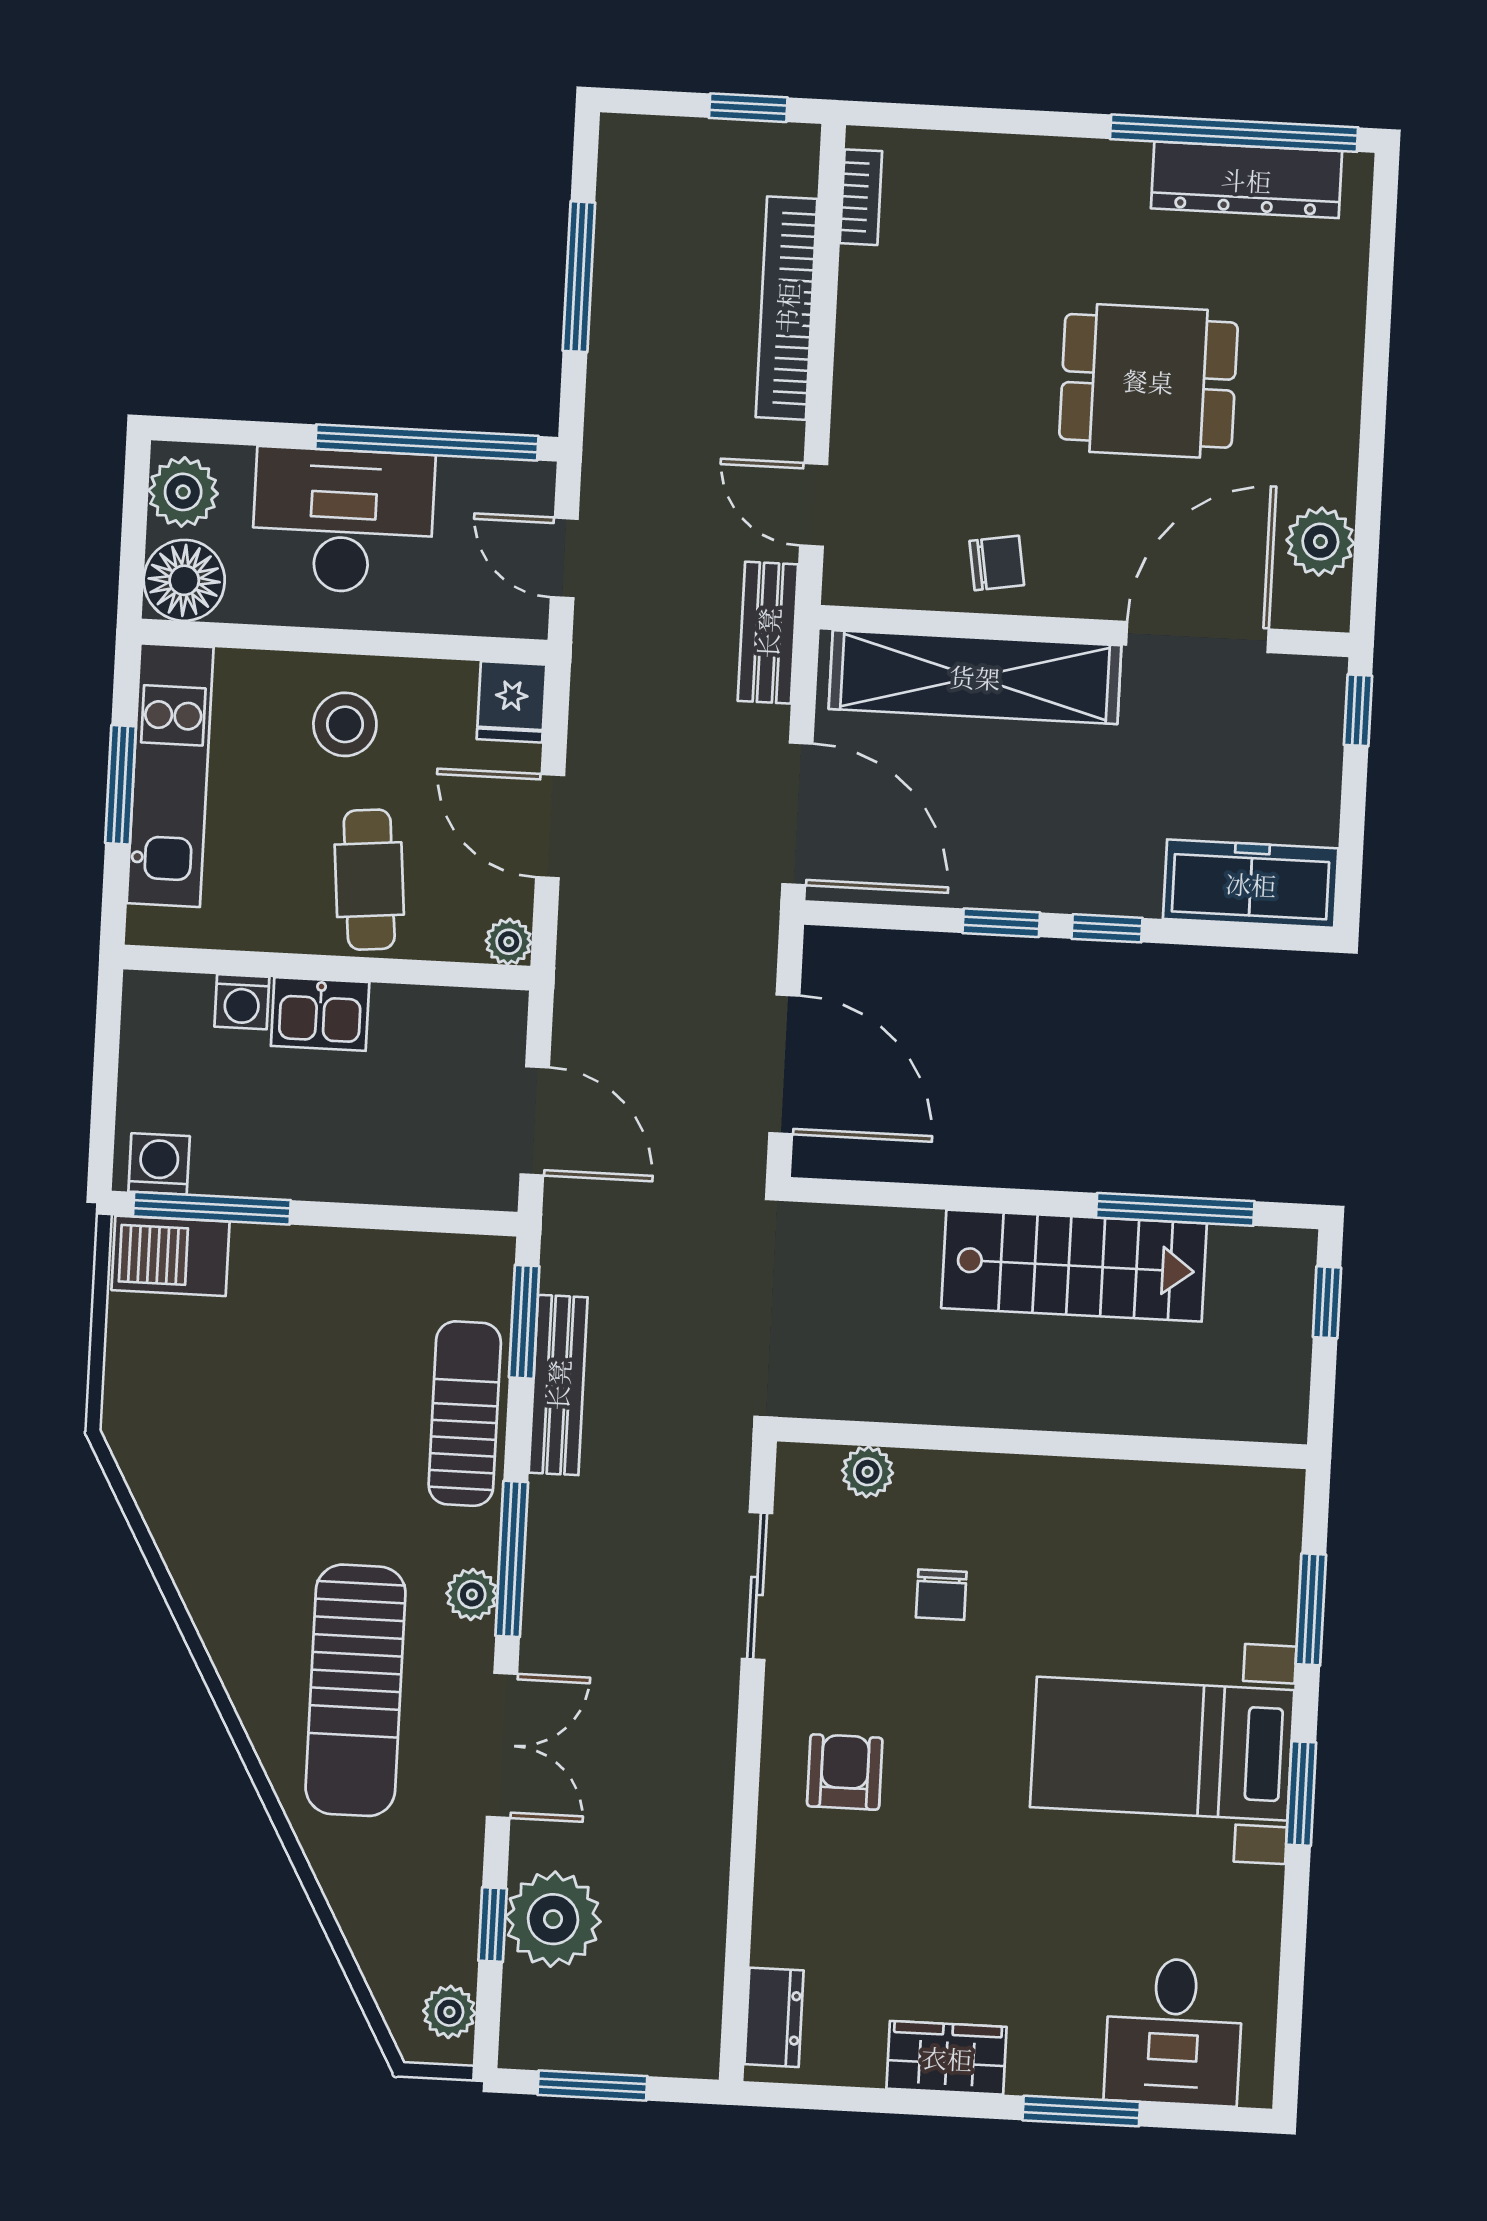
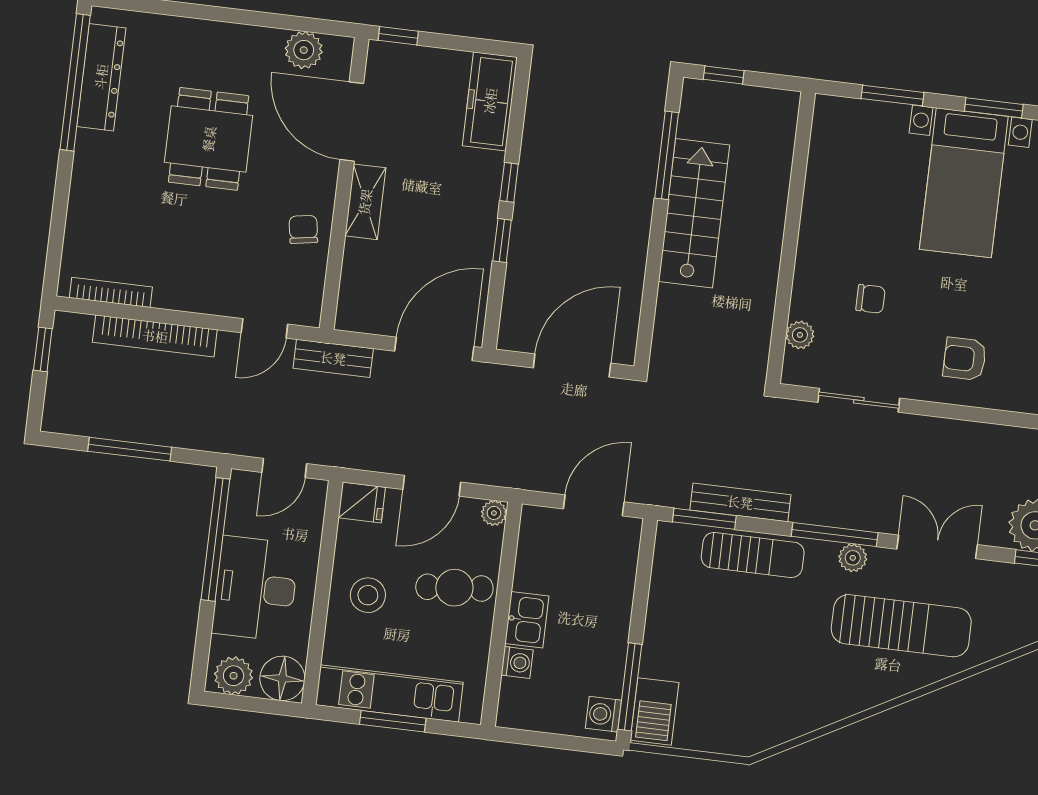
bookcase: (861, 197) -> (111, 292), width x1.56
shelving: (975, 677) -> (365, 202), width x0.45, depth x0.75
sun lounger: (465, 1414) -> (753, 555), turned 180

